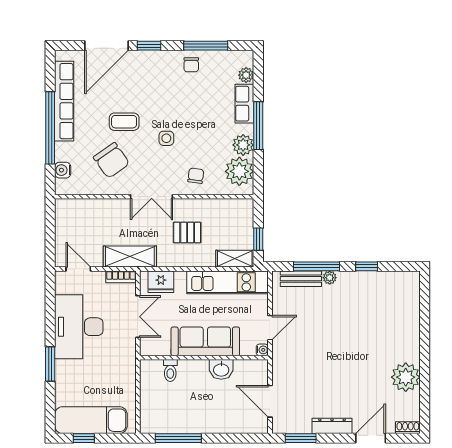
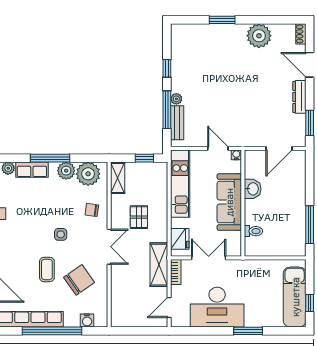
shelving: (235, 259) -> (118, 178), moved
window: (425, 333) -> (222, 20), added

